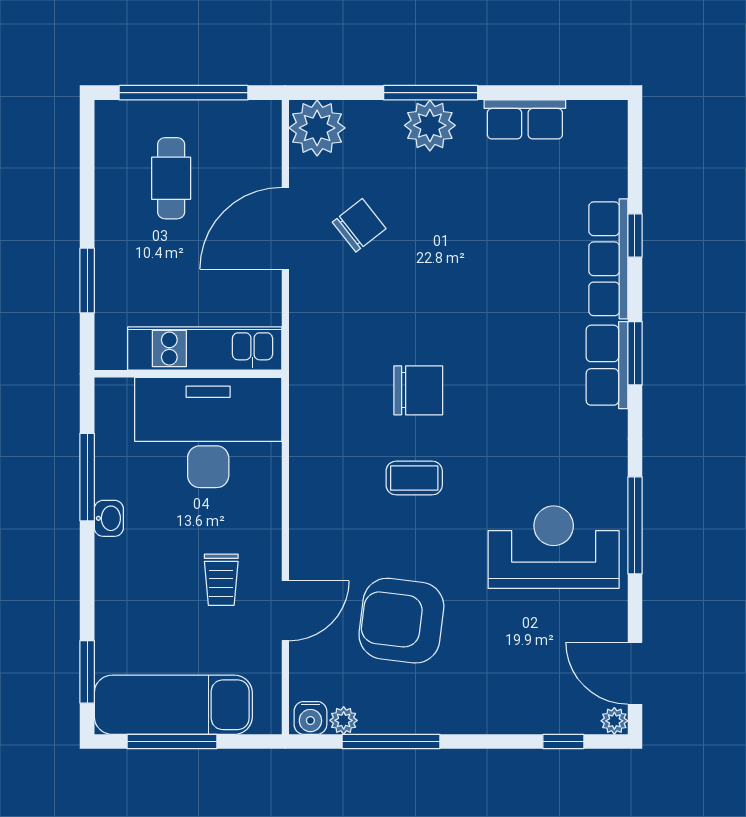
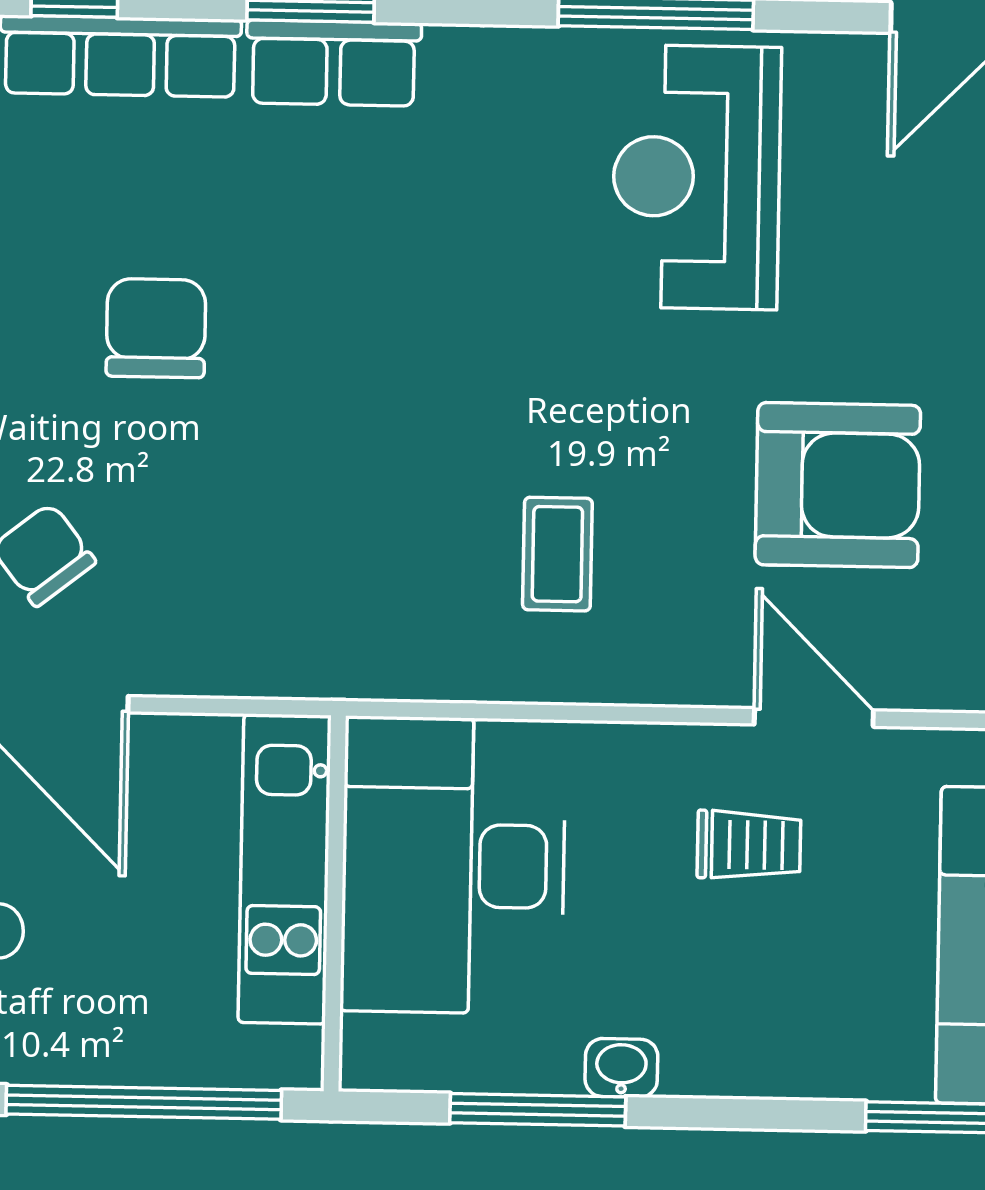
window: (87, 281) -> (144, 1102), width x2.11
chair: (418, 390) -> (156, 328), moved
coffee table: (414, 478) -> (557, 554), moved
armchair: (401, 621) -> (838, 485), turned -97

